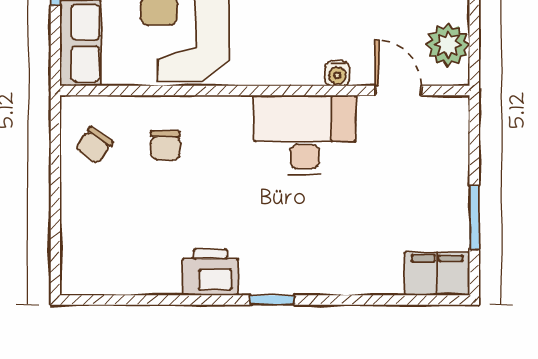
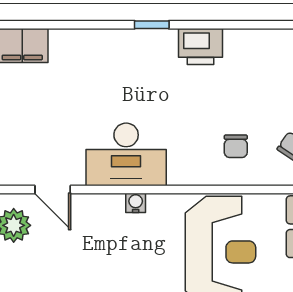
water cooler: (337, 74) -> (136, 203), moved
chair: (165, 145) -> (236, 146), turned 180

